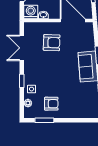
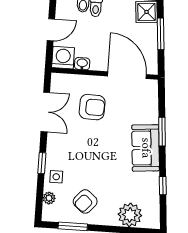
double door: (22, 48) -> (45, 112), swing flipped
armchair: (51, 104) -> (85, 201), turned 131
plant: (81, 110) -> (130, 215), added

